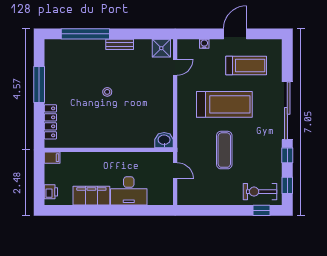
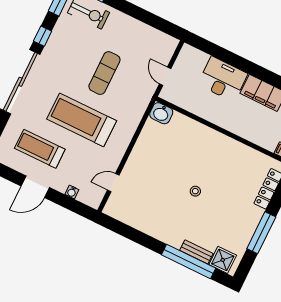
bench: (120, 44) -> (196, 252), moved
shower: (161, 48) -> (223, 260), moved

